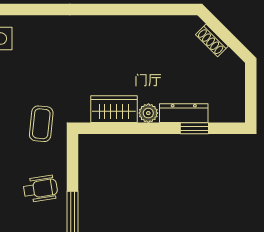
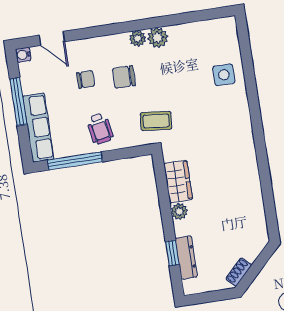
shoe rack: (212, 40) -> (239, 272), moved
dresser: (184, 113) -> (186, 257), moved

